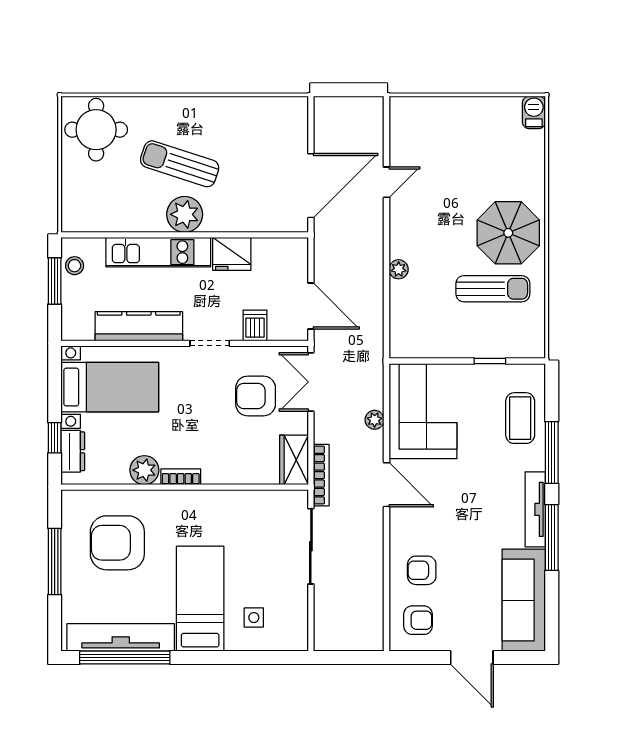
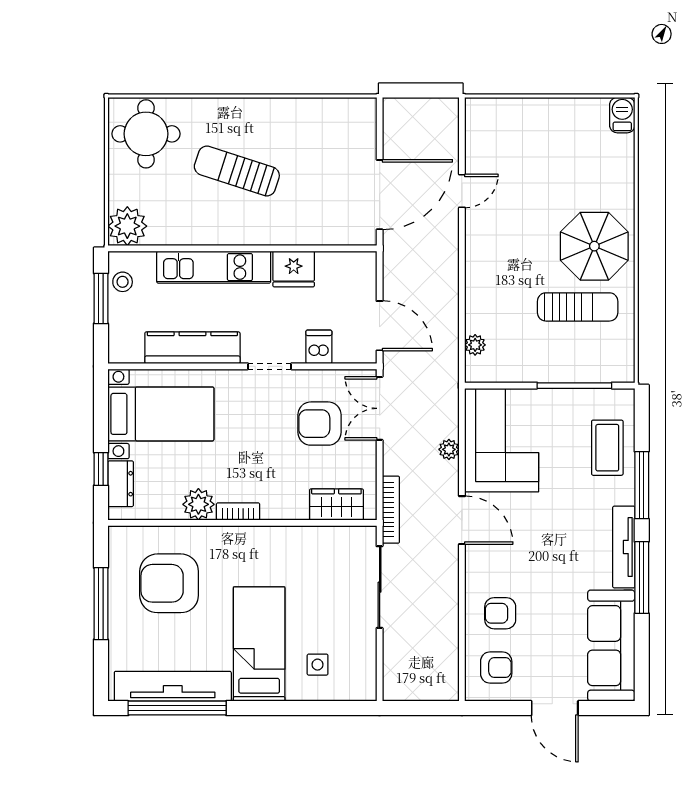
plant: (185, 214) -> (127, 226), moved
plant: (399, 269) -> (475, 345), moved
window: (490, 361) -> (574, 386), width x2.17
wardrobe: (294, 460) -> (336, 504), moved, turned 90

